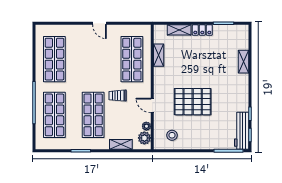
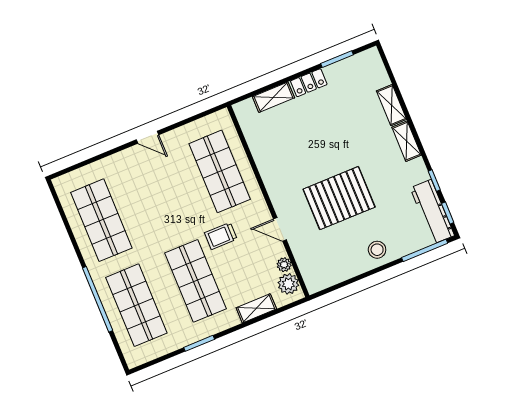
shelving: (159, 55) -> (407, 141), moved
stool: (172, 135) -> (377, 250), moved

